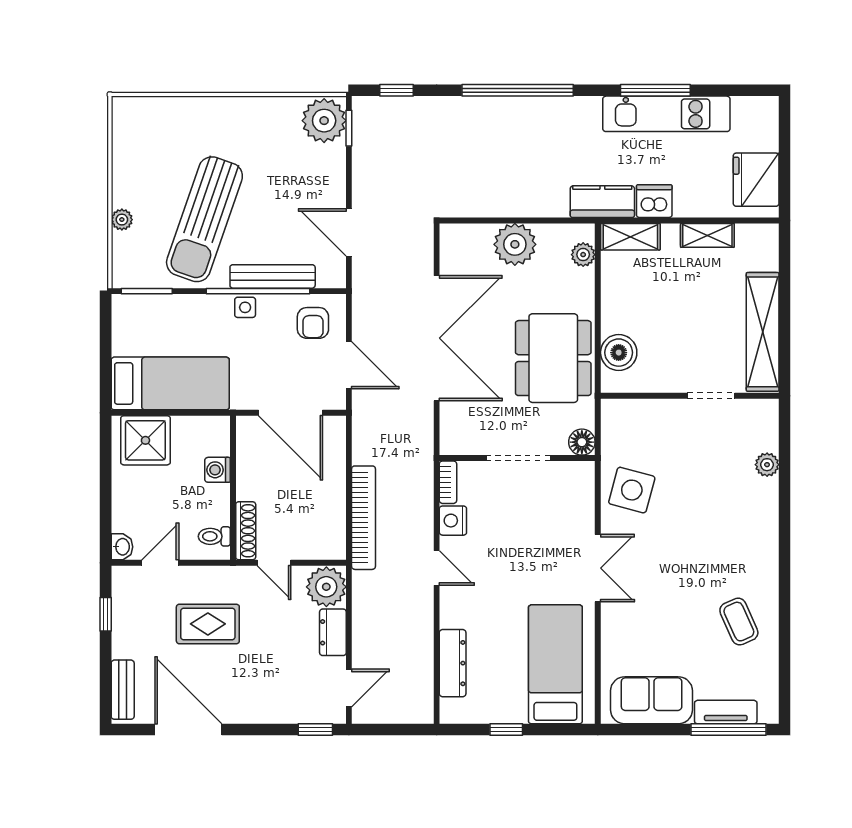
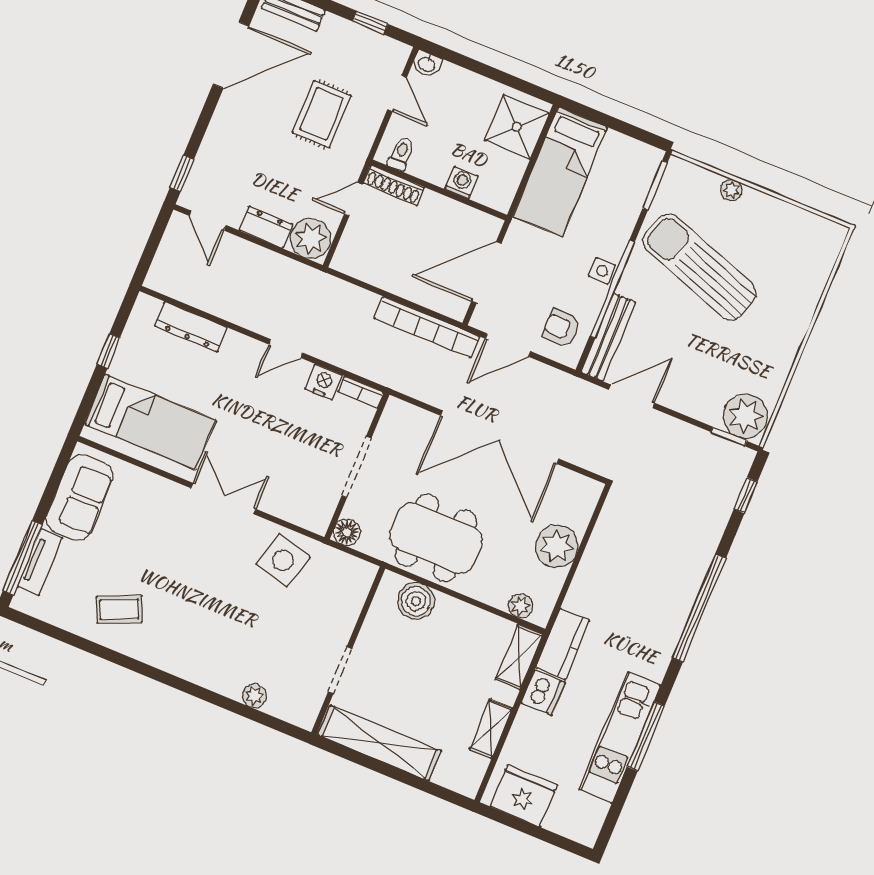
bench: (273, 276) -> (608, 337), moved
bookcase: (364, 518) -> (427, 327), moved
double door: (598, 568) -> (223, 498), swing flipped

